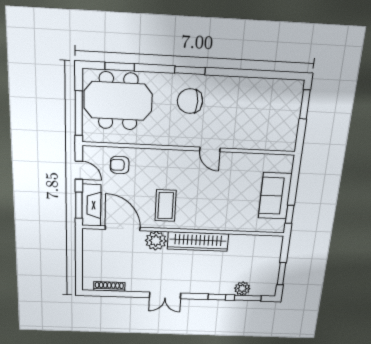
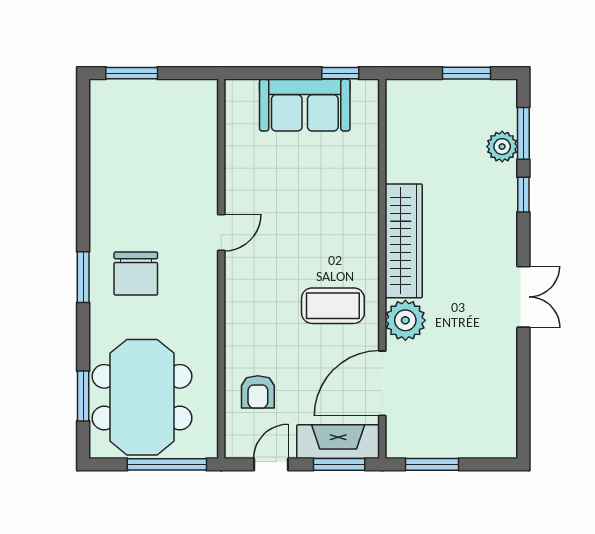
window: (79, 251) -> (432, 464), added
shoe rack: (109, 286) -> (507, 406), removed

